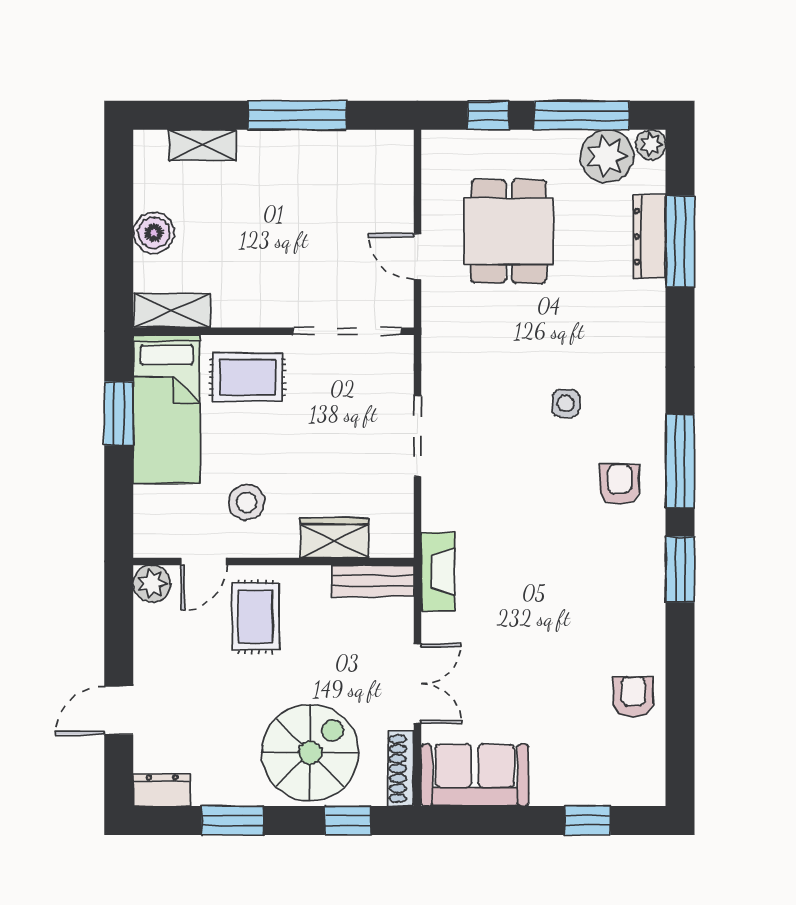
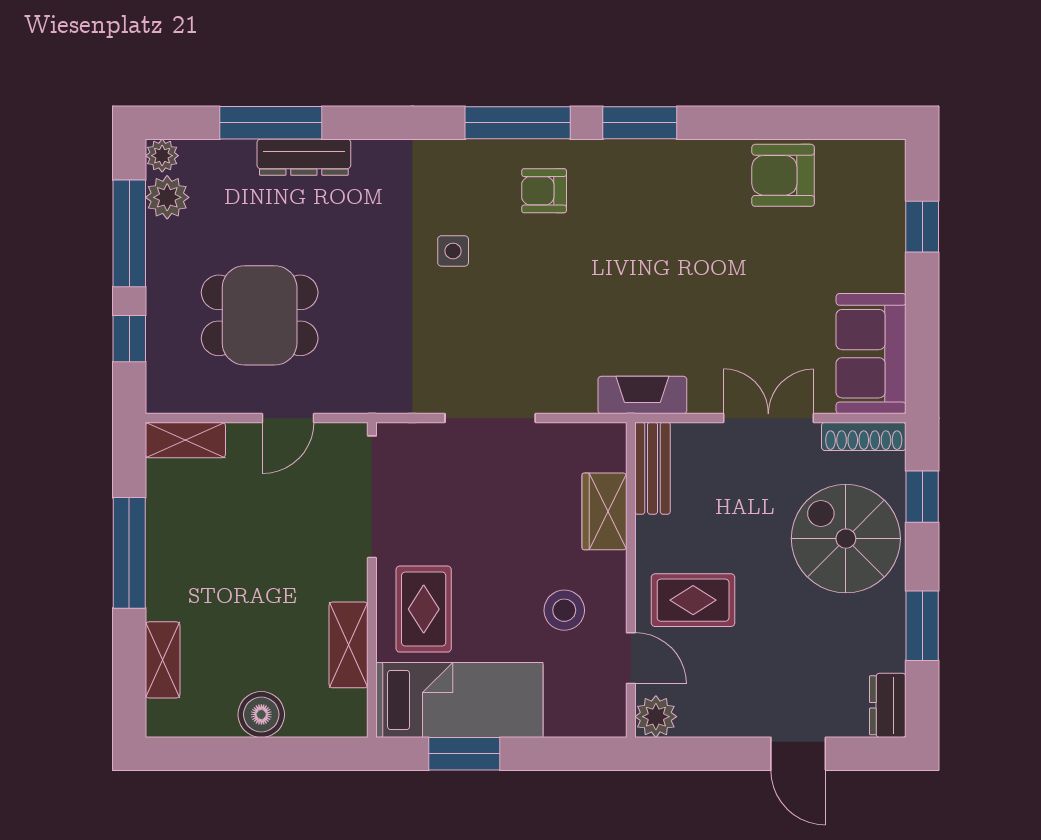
plant: (607, 156) -> (167, 197), width x0.73, depth x0.73
shelving: (398, 165) -> (185, 440), added
dresser: (649, 236) -> (304, 157), moved
shelving: (172, 310) -> (349, 645), moved
armchair: (633, 697) -> (783, 175), width x1.38, depth x1.38

